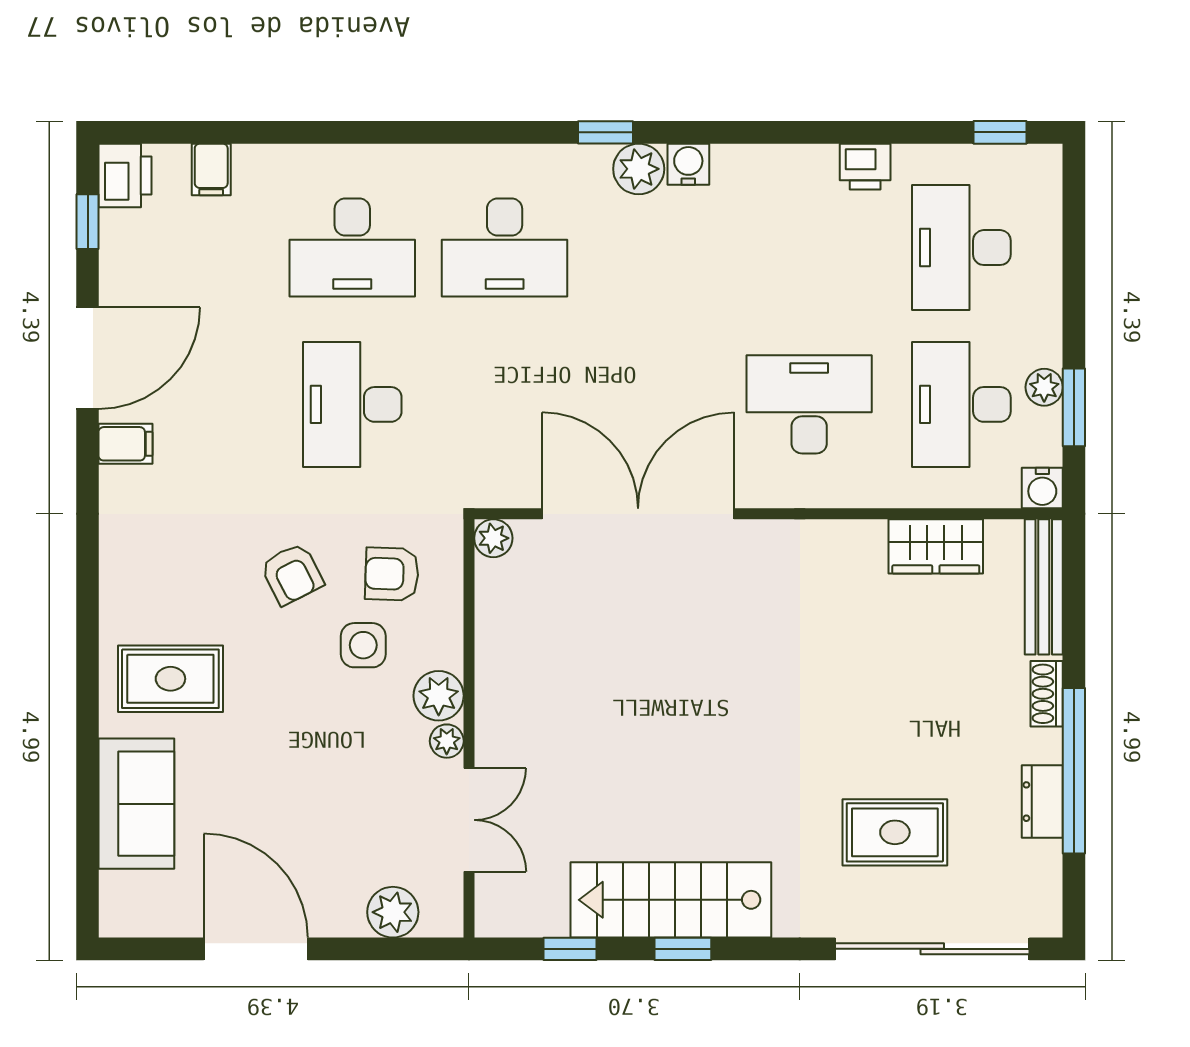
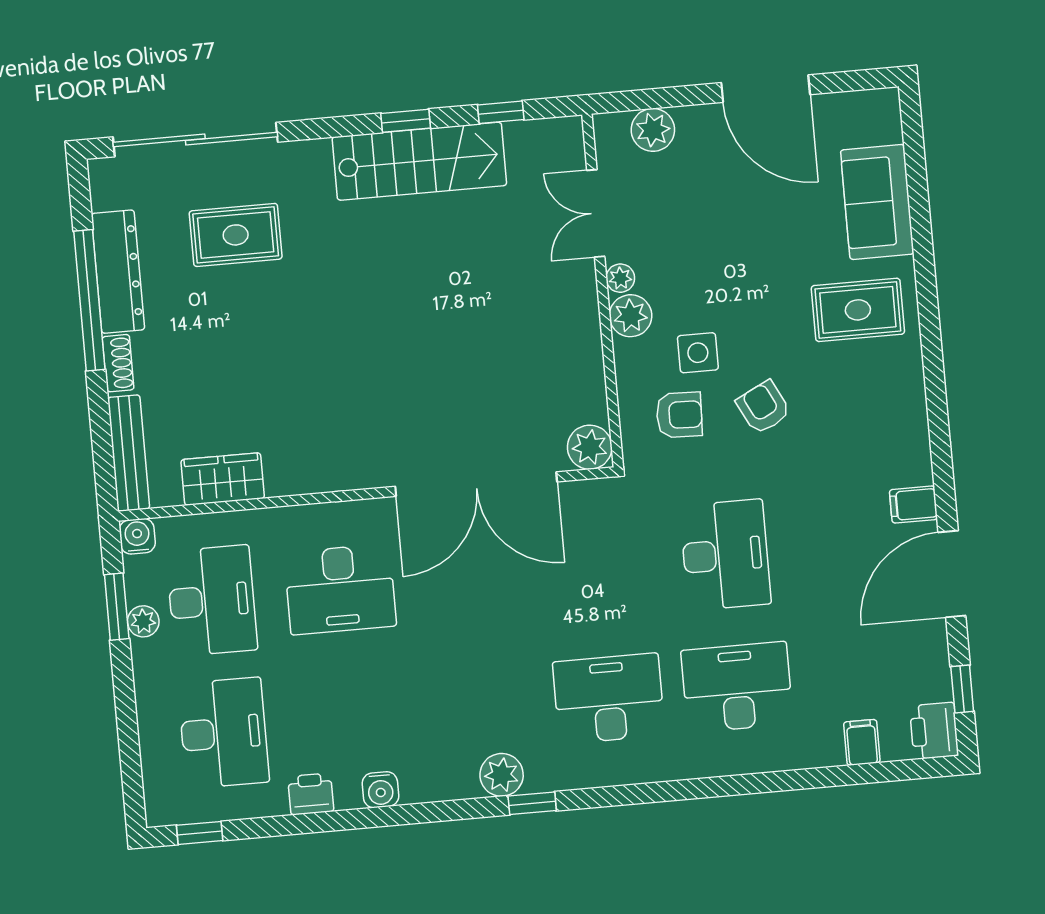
water cooler: (688, 164) -> (380, 790), moved
plant: (493, 538) -> (590, 447), width x1.38, depth x1.38
dresser: (1042, 802) -> (118, 272), width x1.96, depth x1.24

